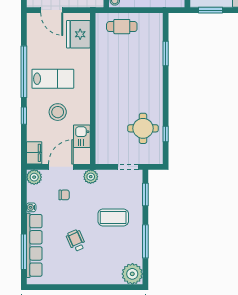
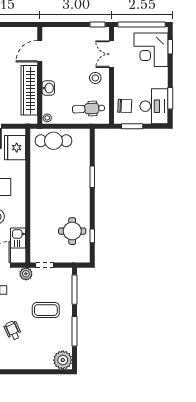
cafe table: (122, 27) -> (54, 141), width x1.37, depth x1.35
window: (166, 54) -> (92, 177), moved
doorway: (128, 167) -> (45, 265), moved
window: (145, 194) -> (74, 290), width x1.44

